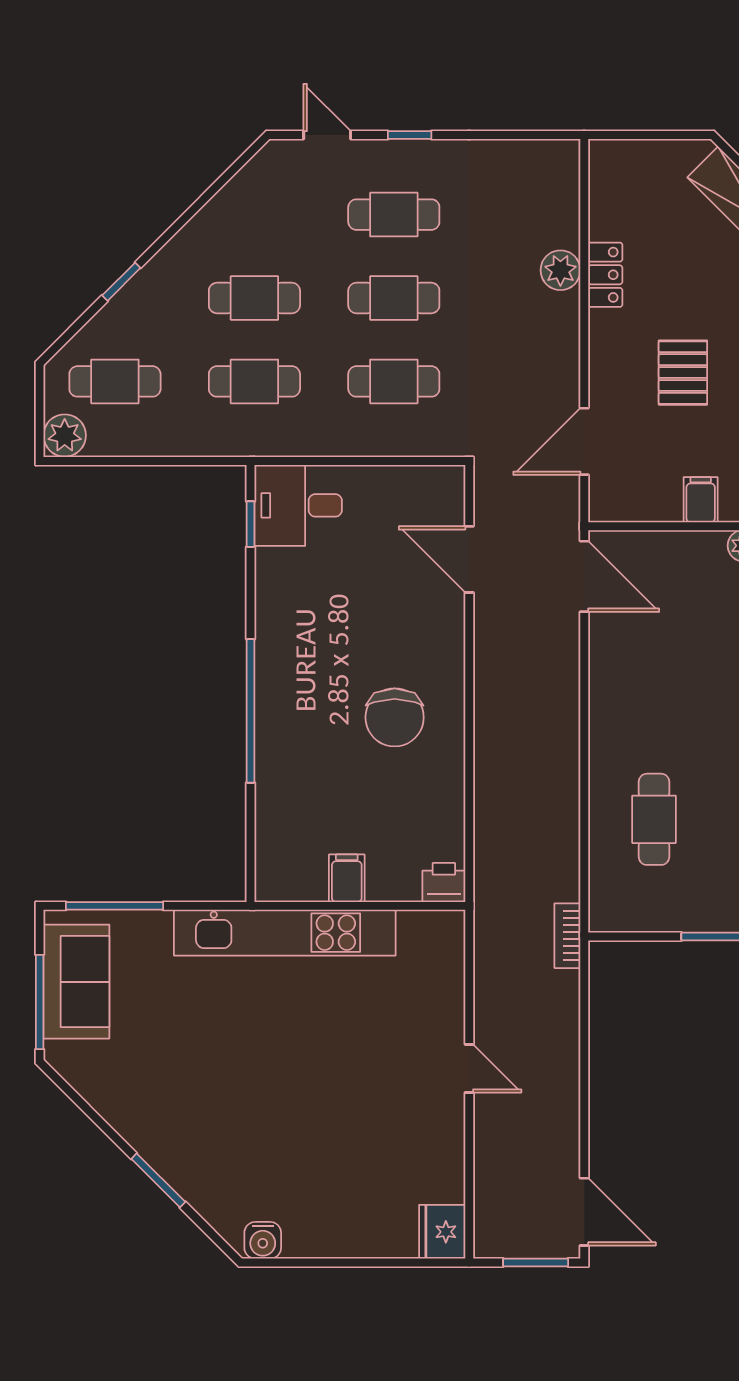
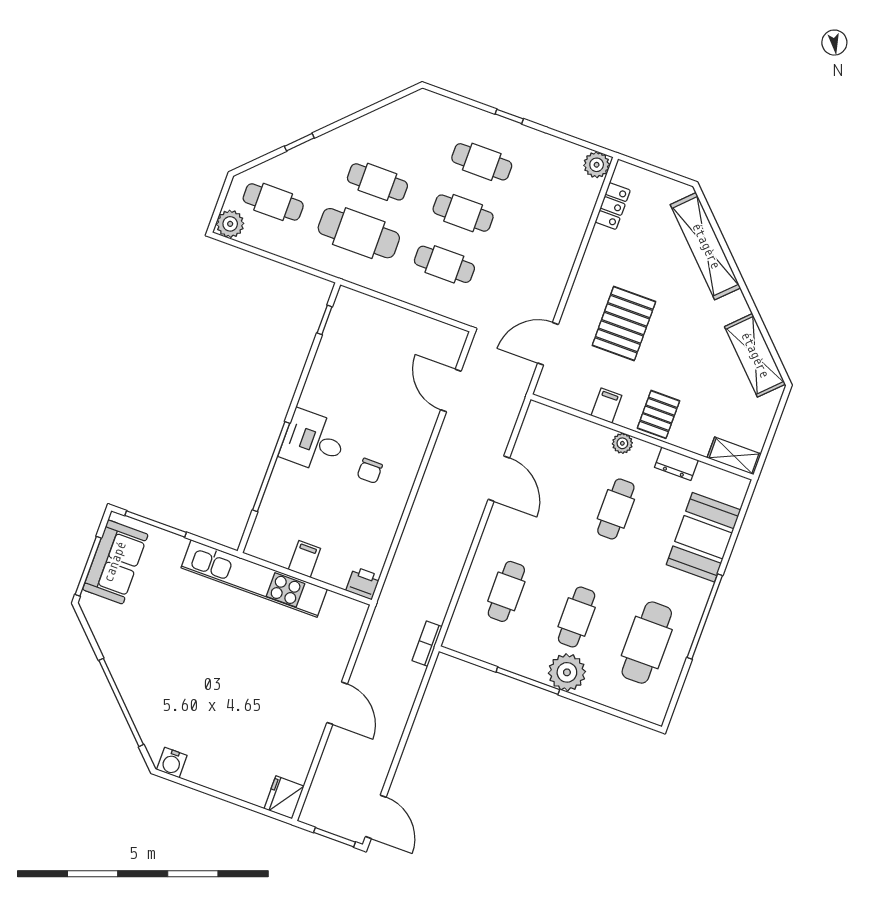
door: (327, 135) -> (459, 98), removed
plant: (560, 270) -> (597, 165), moved
locker: (605, 275) -> (613, 206), moved
pallet: (683, 373) -> (624, 323), width x1.50, depth x1.42
cafe table: (254, 381) -> (359, 233), width x1.37, depth x1.35
desk: (298, 505) -> (313, 441), moved
door: (584, 576) -> (499, 479), moved
window: (251, 711) -> (271, 467), moved
chair: (395, 717) -> (370, 471), width x0.54, depth x0.54
door: (469, 1069) -> (337, 703), width x1.38
window: (158, 1180) -> (121, 702), width x2.11

